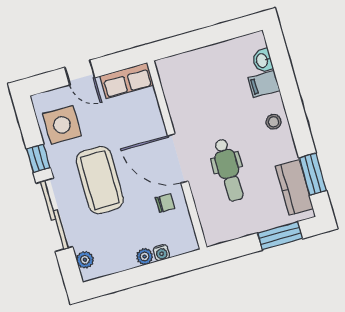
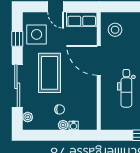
stool: (184, 82) -> (115, 30), added
window: (38, 158) -> (17, 39), moved
door: (178, 158) -> (99, 60), moved
chair: (165, 203) -> (60, 109), moved

